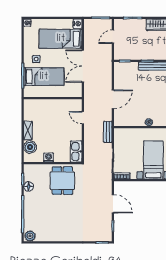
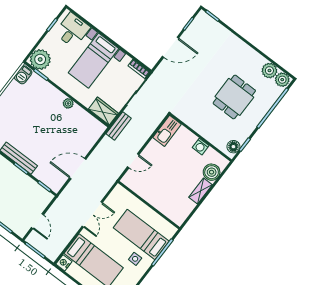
door: (113, 37) -> (37, 221), hinge flipped
double door: (83, 66) -> (92, 214), width x0.73
door: (113, 99) -> (78, 169), moved
door: (83, 118) -> (133, 161), hinge flipped
wardrobe: (124, 134) -> (103, 111), added
dining table: (62, 181) -> (234, 97), moved
floor lamp: (29, 186) -> (233, 147), moved
door: (113, 204) -> (170, 47), swing flipped
plant: (42, 236) -> (269, 71), added

